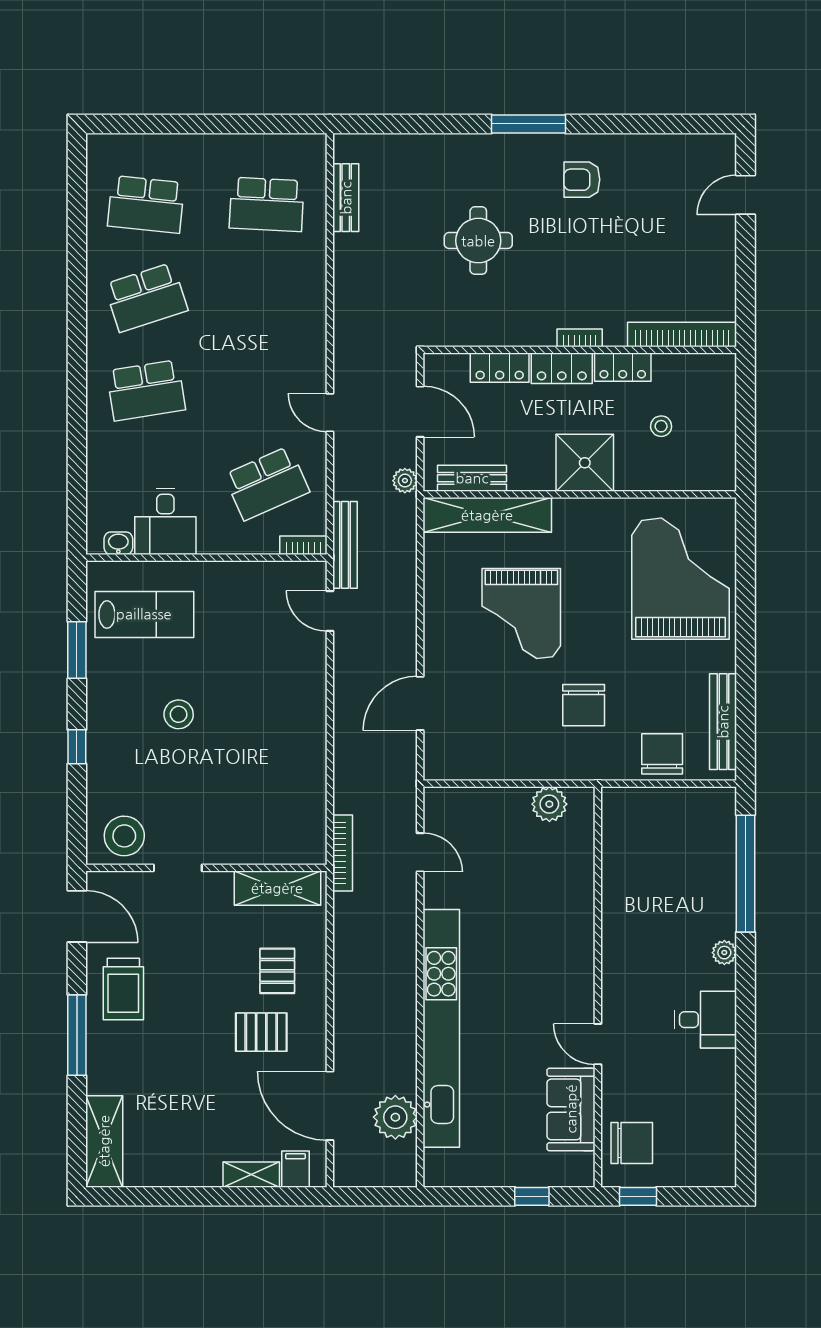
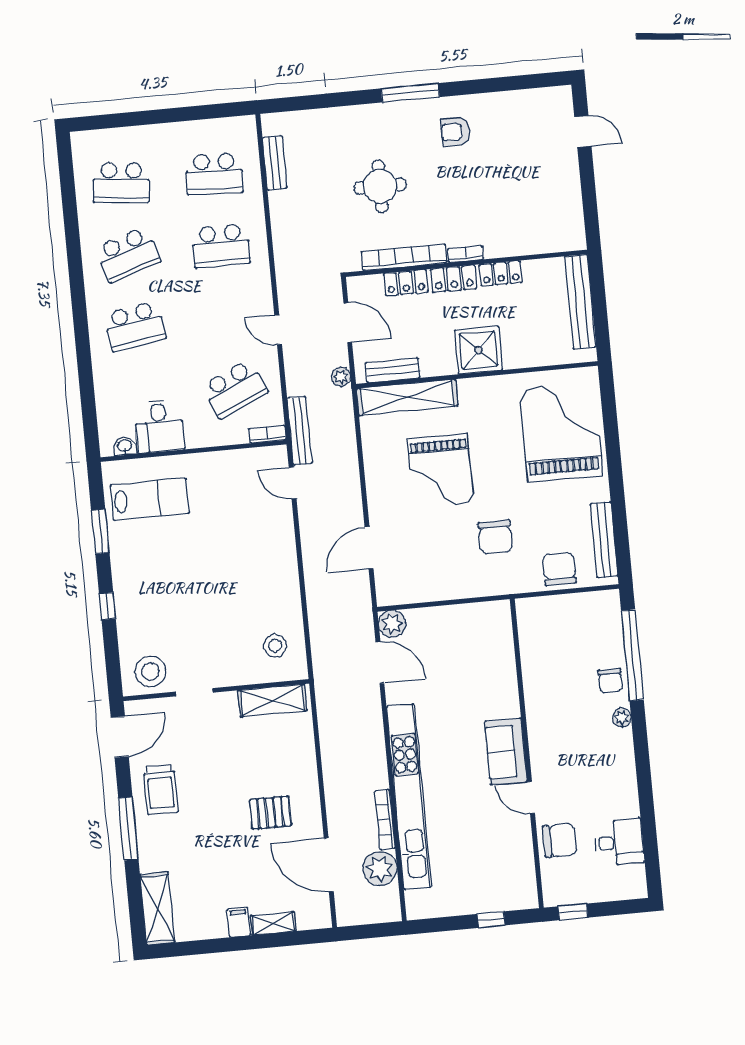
door: (746, 195) -> (583, 132), swing flipped
school desk: (267, 297) -> (221, 246), added
bookcase: (682, 335) -> (404, 257), moved
bench: (722, 413) -> (580, 302), added
stool: (661, 426) -> (535, 316), removed
stool: (179, 714) -> (275, 646), moved
plant: (549, 804) -> (392, 624), moved
door: (420, 852) -> (380, 663), width x1.38
bookcase: (343, 853) -> (385, 820), moved, turned 180
chair: (714, 904) -> (610, 681), added
door: (77, 916) -> (120, 737), hinge flipped
pallet: (277, 971) -> (278, 764), removed
desk: (706, 1020) -> (619, 842), moved
sofa: (571, 1109) -> (506, 752), moved
chair: (632, 1143) -> (560, 840), moved
filing cabinet: (296, 1169) -> (239, 922), moved

